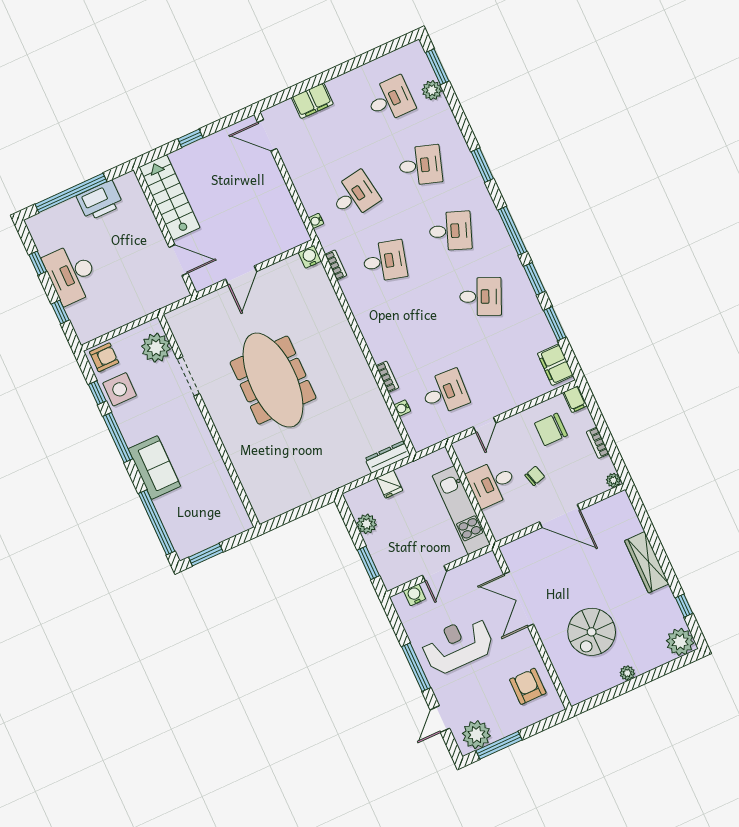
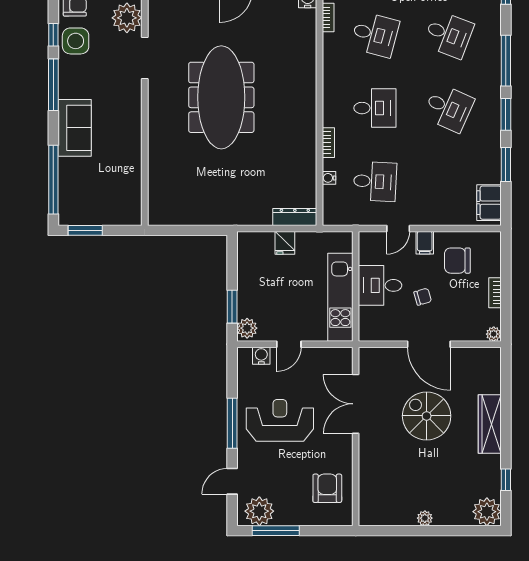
desk: (415, 327) -> (375, 108), added
filing cabinet: (575, 399) -> (425, 243), moved
plant: (367, 524) -> (247, 328), moved
spiral stairs: (592, 632) -> (427, 416), moved, turned 90

